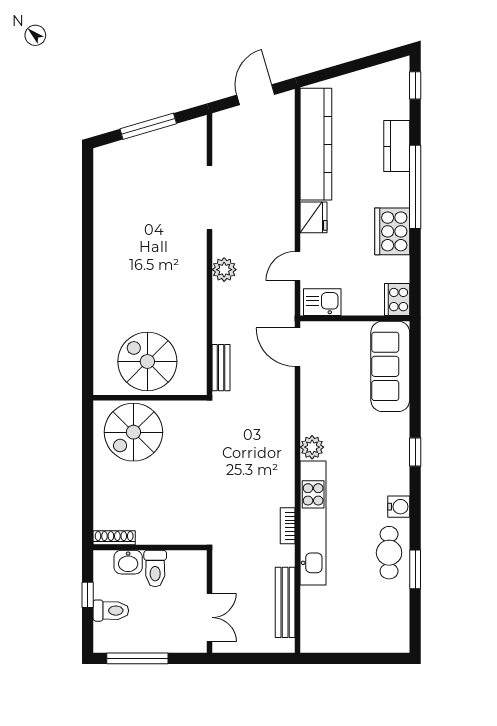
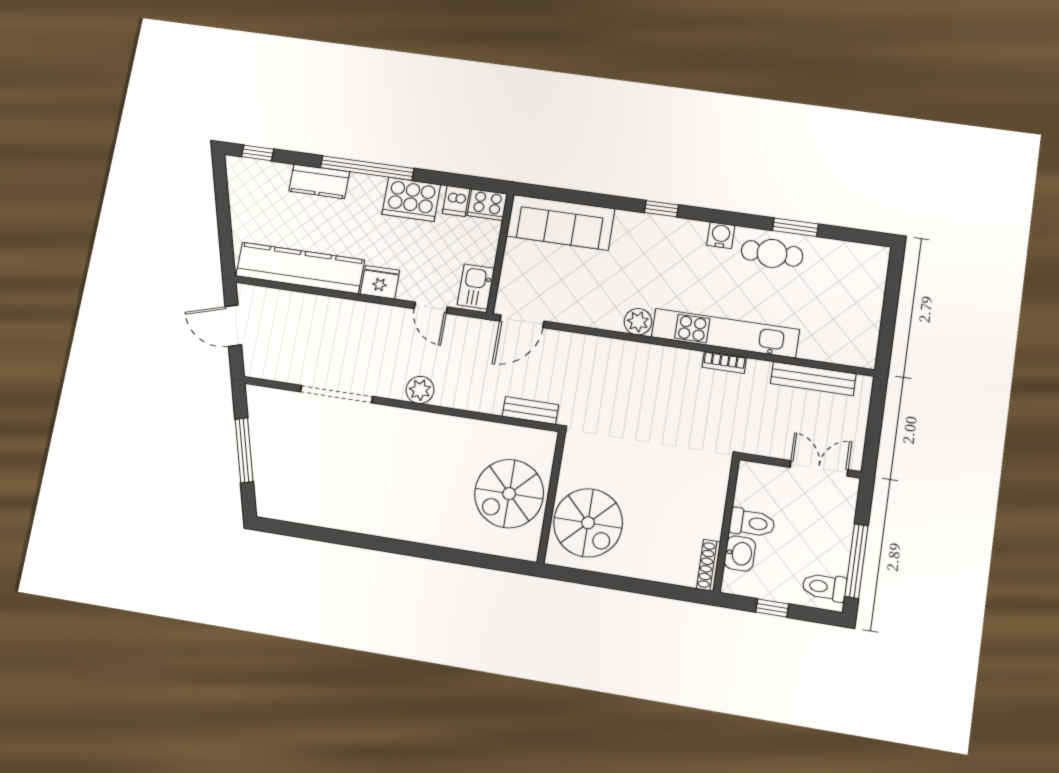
dishwasher: (396, 271) -> (456, 201), added
toilet: (111, 611) -> (824, 587), moved, turned -90

